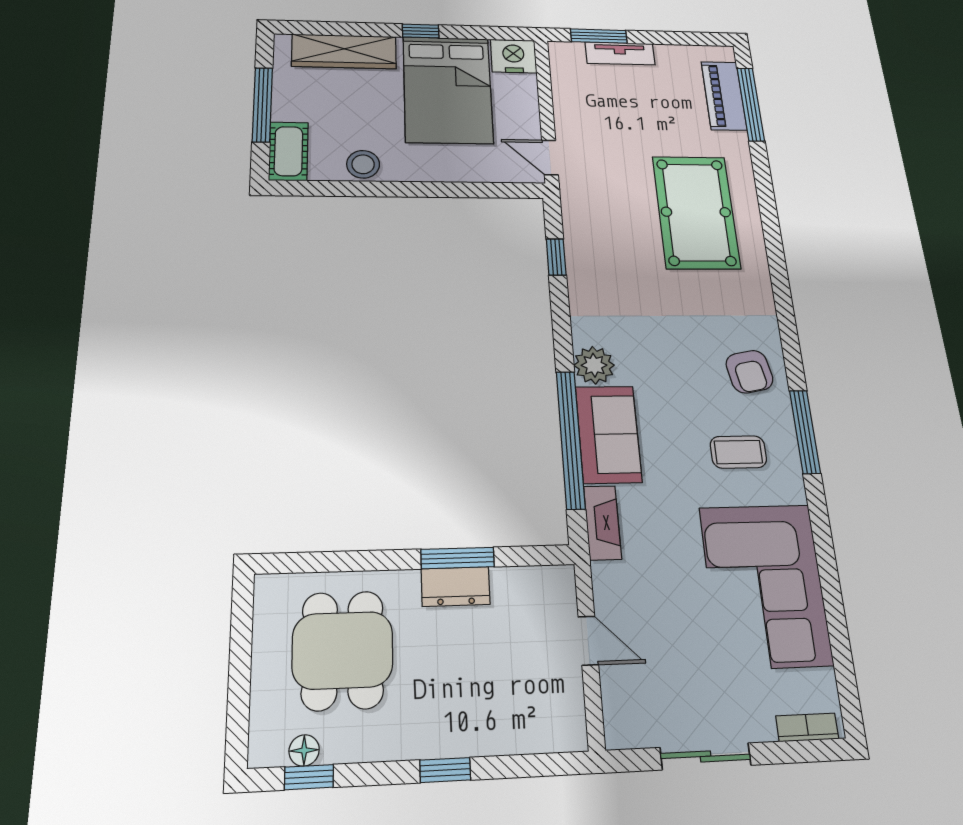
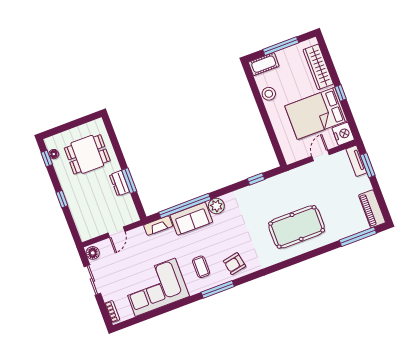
tv unit: (620, 53) -> (356, 161), moved
piano: (724, 96) -> (372, 209), moved, turned -90
door: (550, 157) -> (321, 155), moved
floor lamp: (628, 729) -> (93, 253), added

